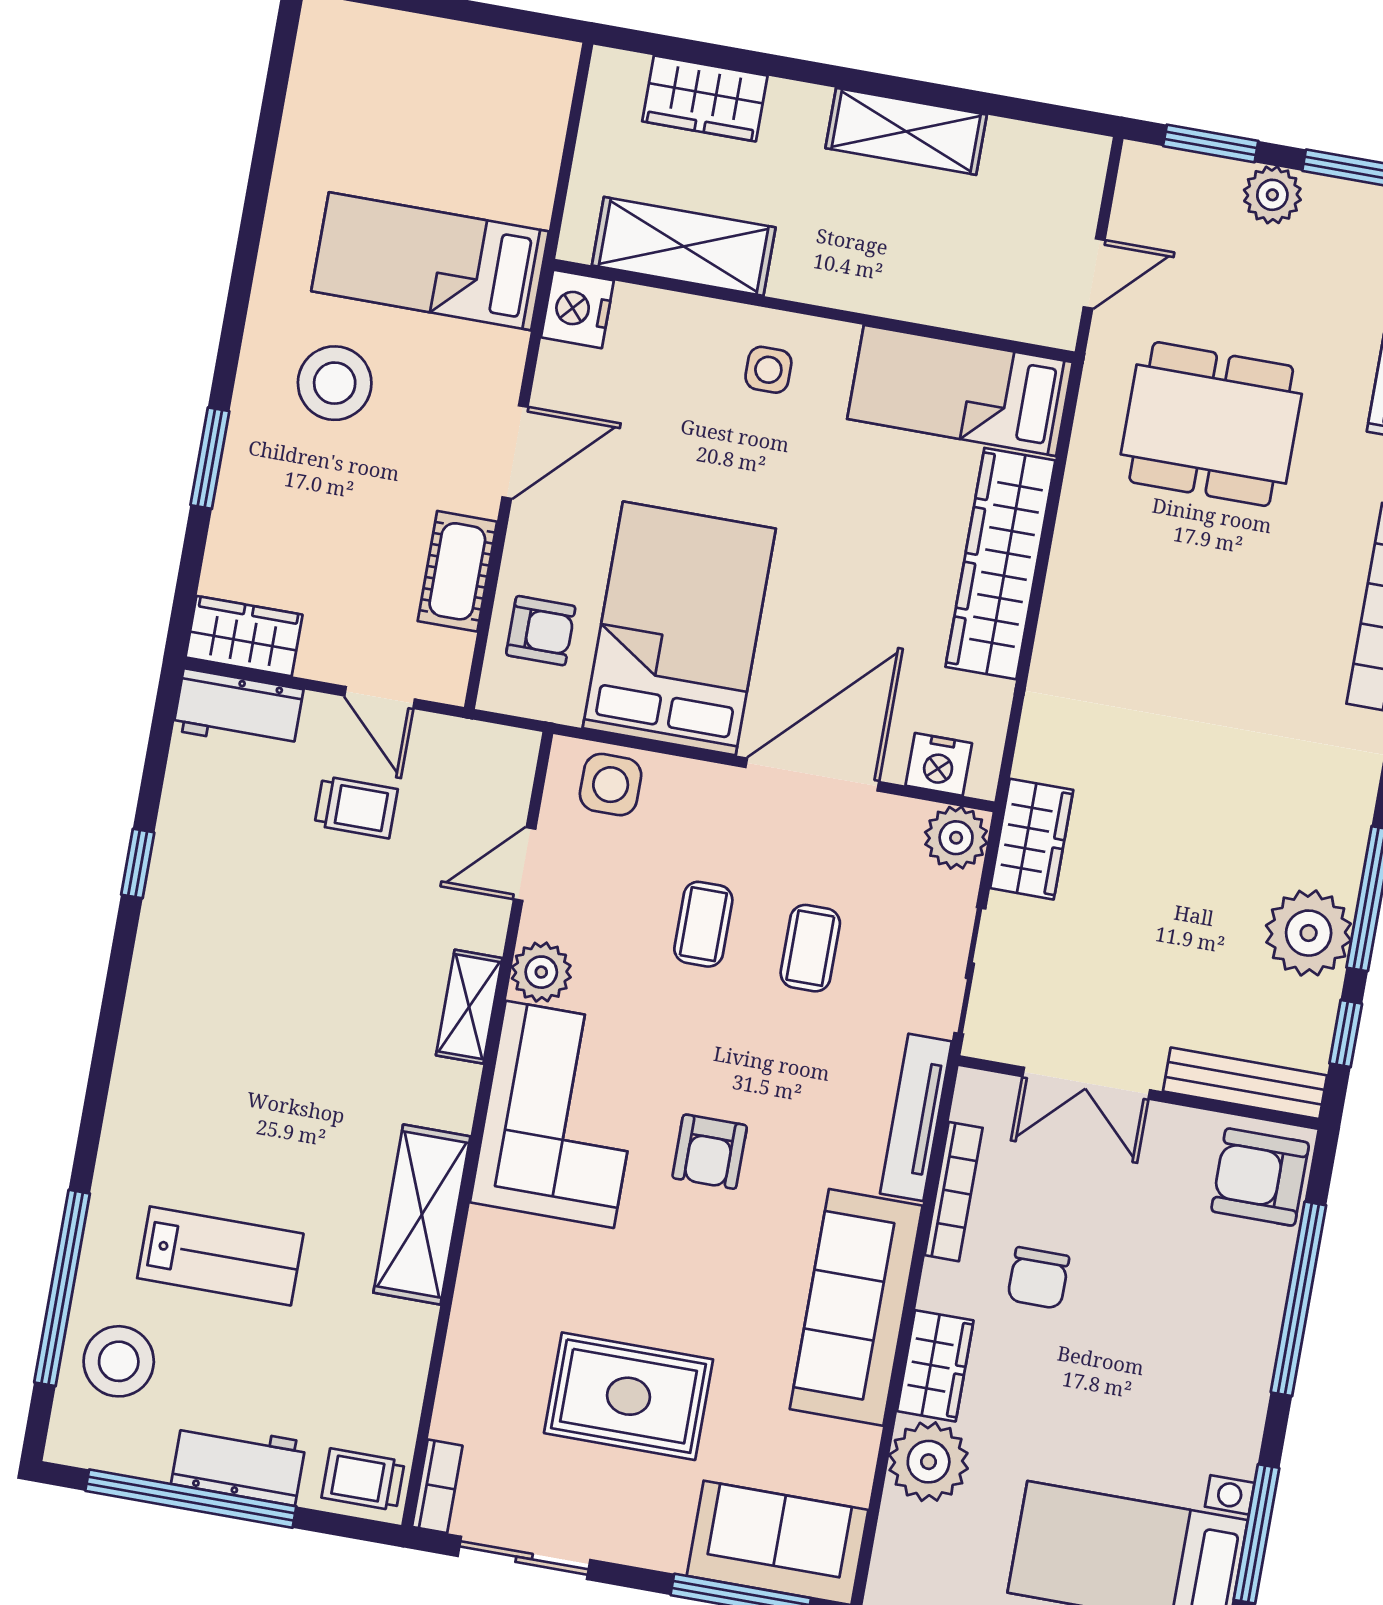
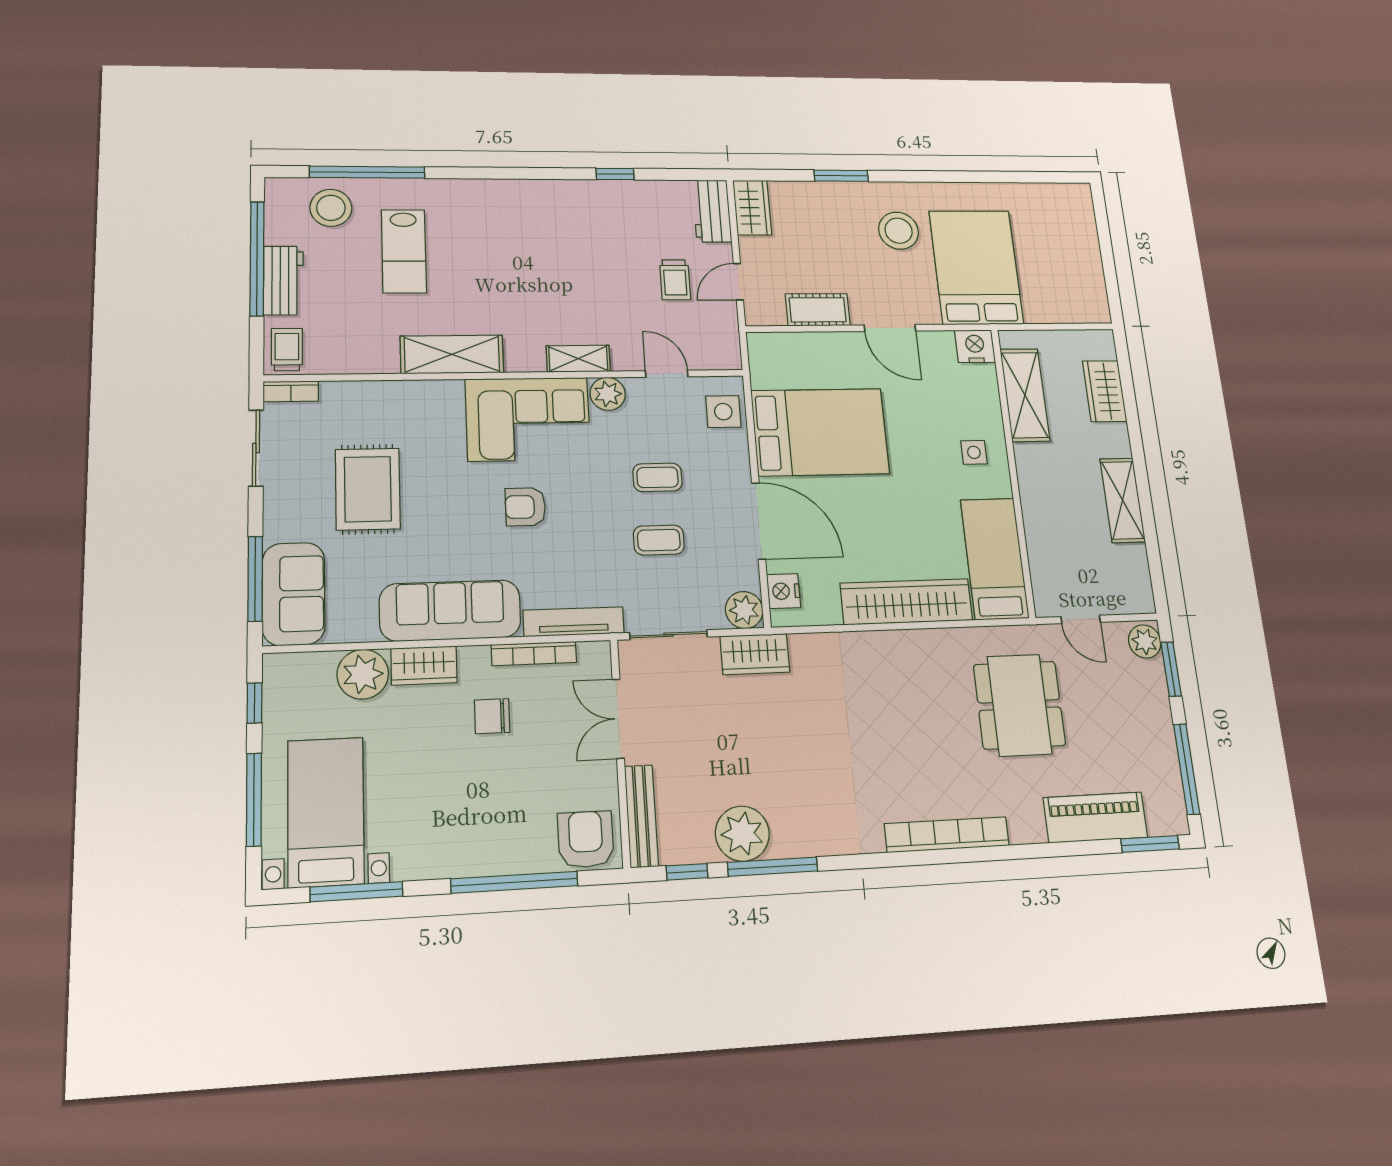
plant: (1272, 195) -> (1145, 641), moved
bed: (430, 261) -> (976, 267), width x1.50
armchair: (541, 631) -> (798, 359), removed

